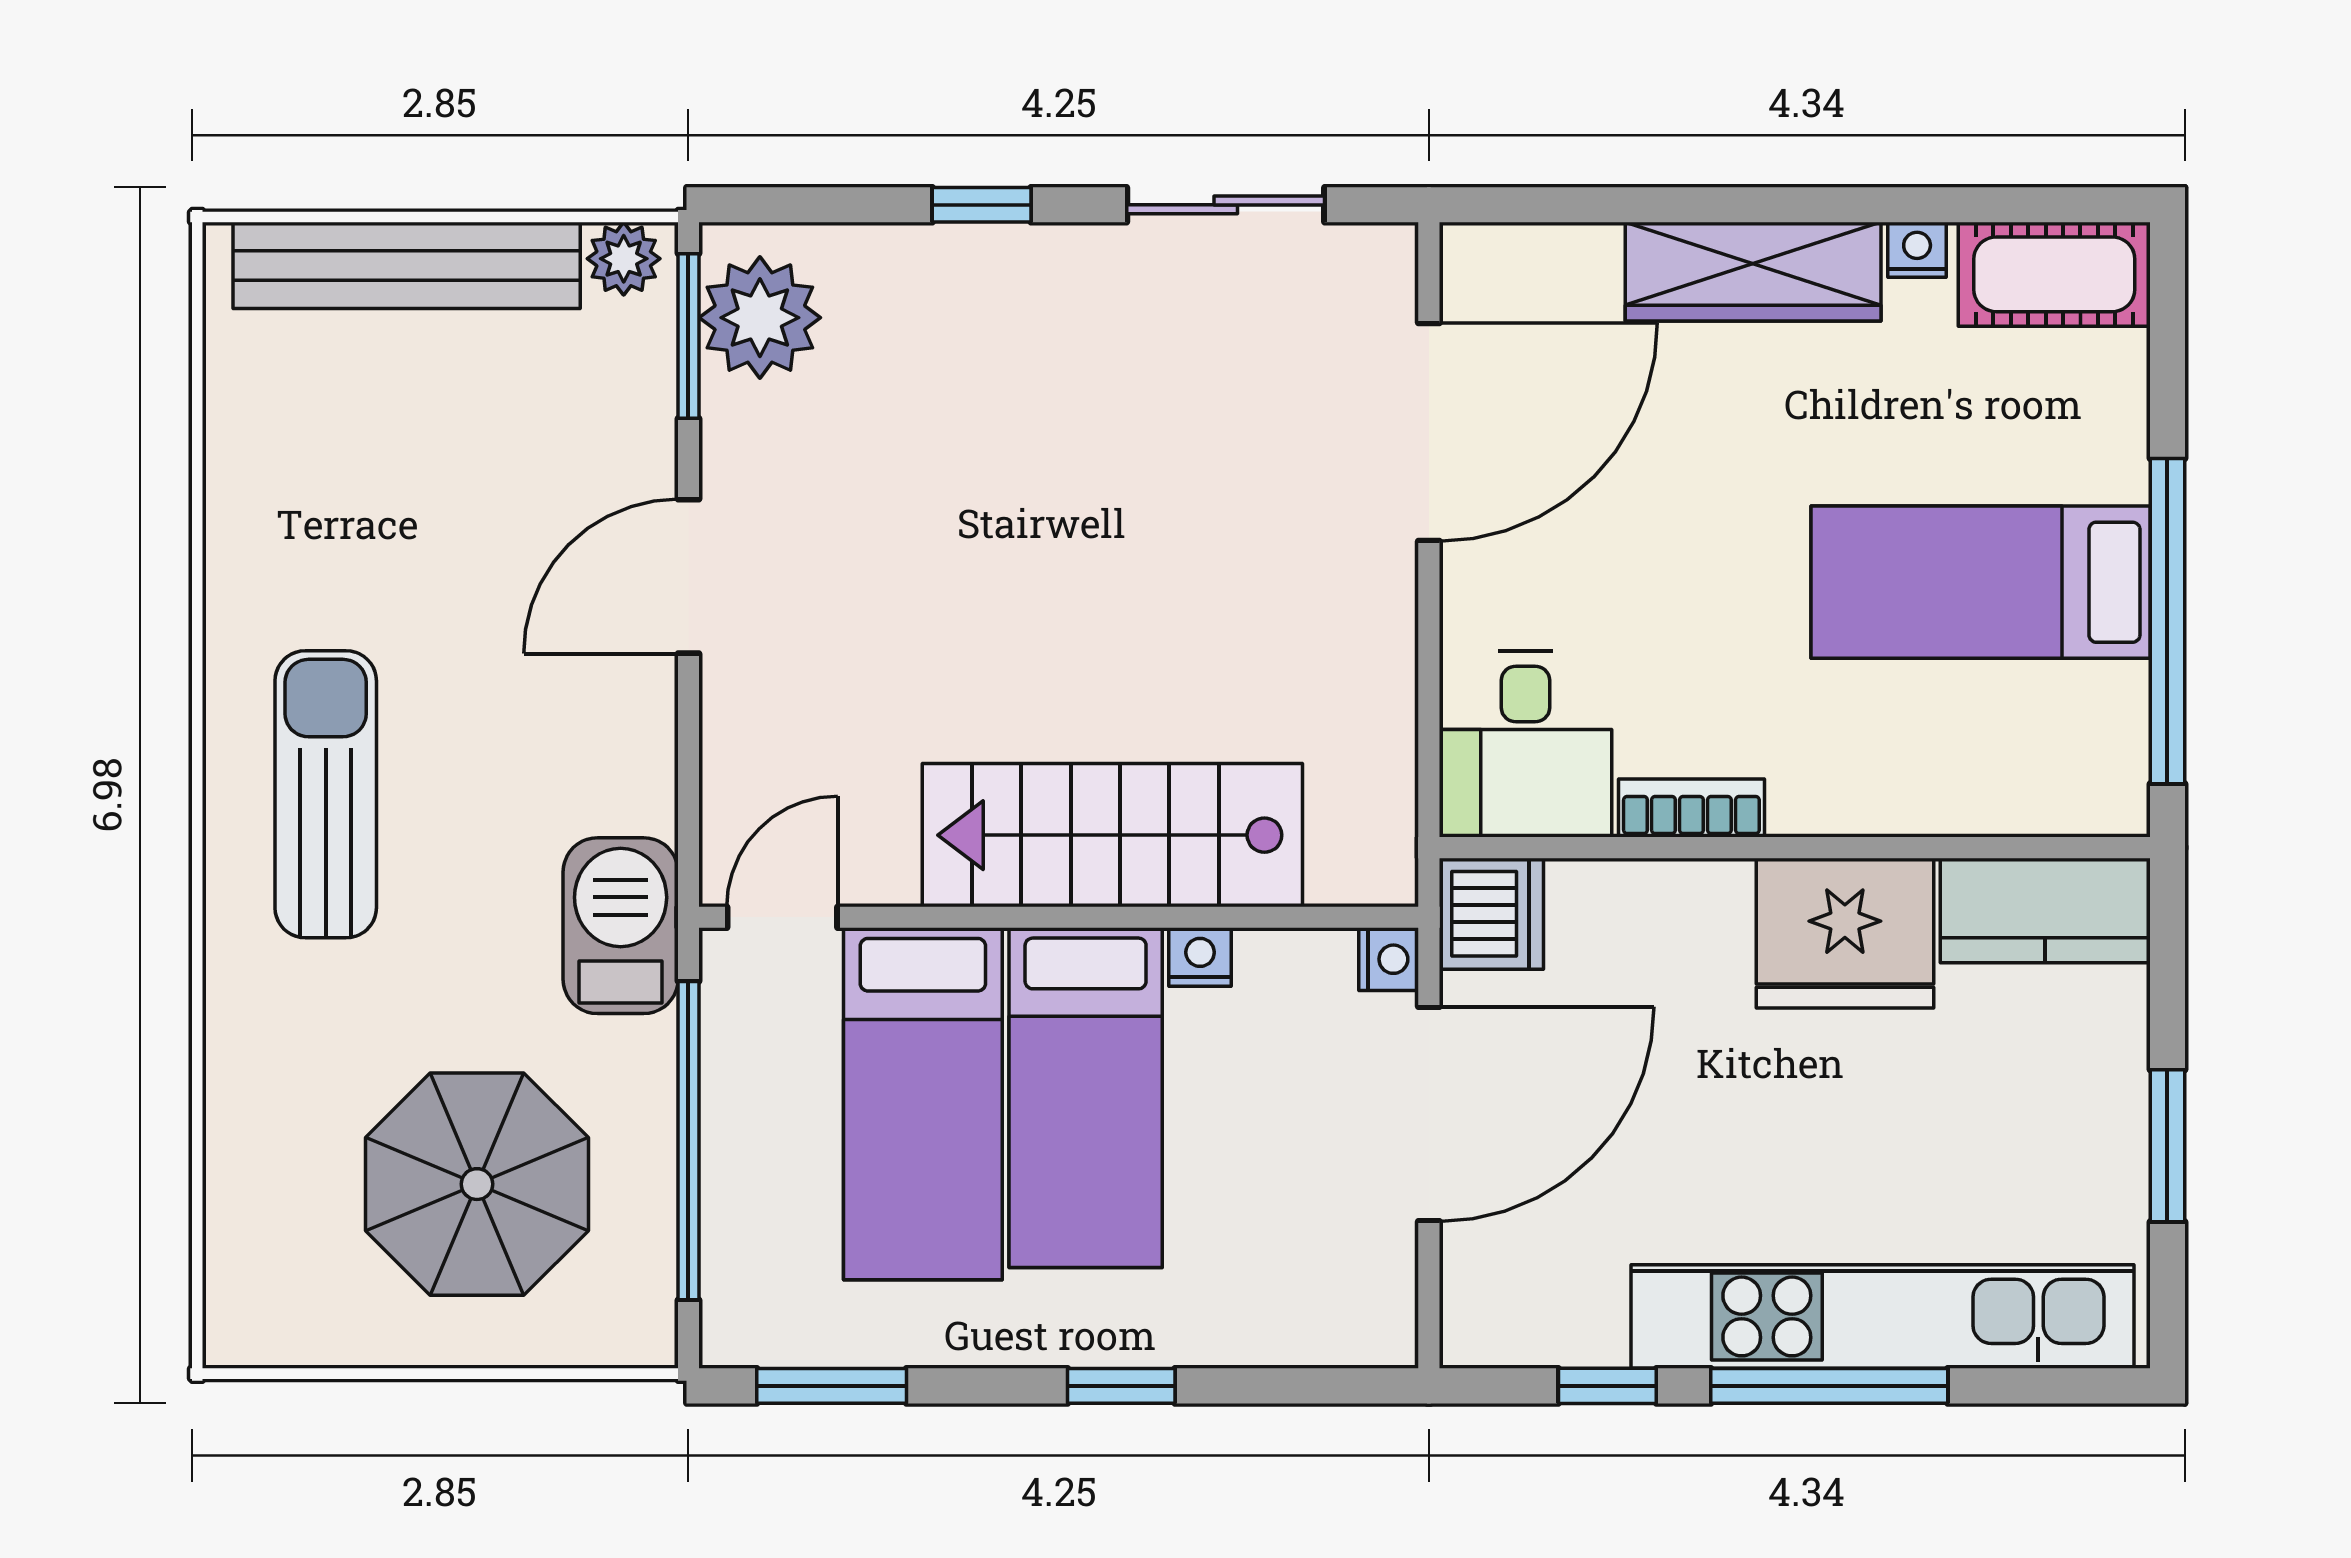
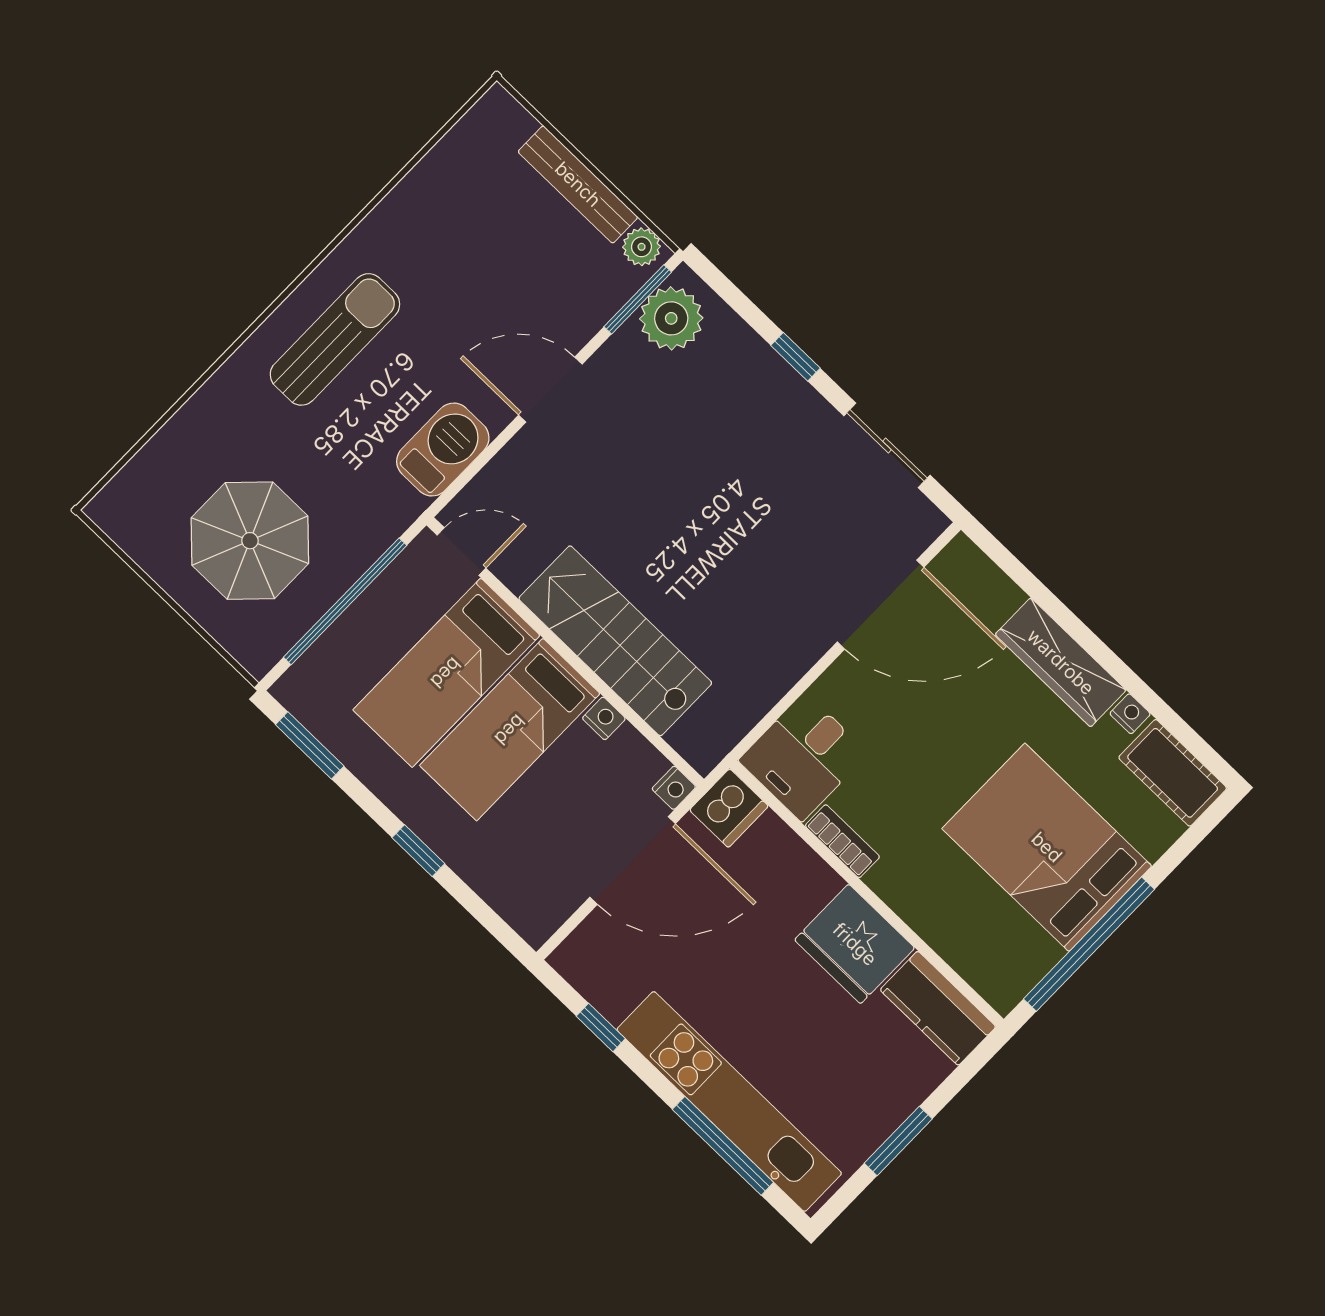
bench: (407, 265) -> (578, 184), width x0.73, depth x0.82
bed: (1981, 582) -> (1047, 847), width x1.50
barbecue: (621, 926) -> (443, 450), moved
window: (1829, 1386) -> (723, 1146), moved

